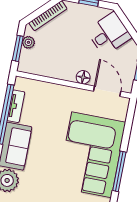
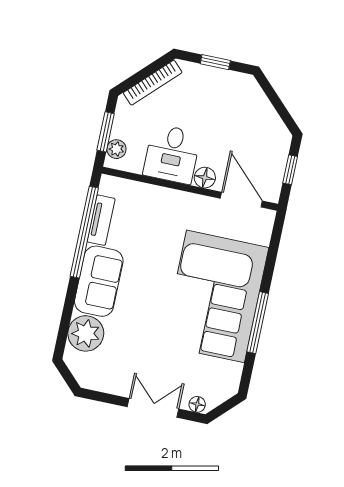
desk: (109, 34) -> (172, 154), moved, turned 135
plant: (28, 42) -> (116, 149), moved

